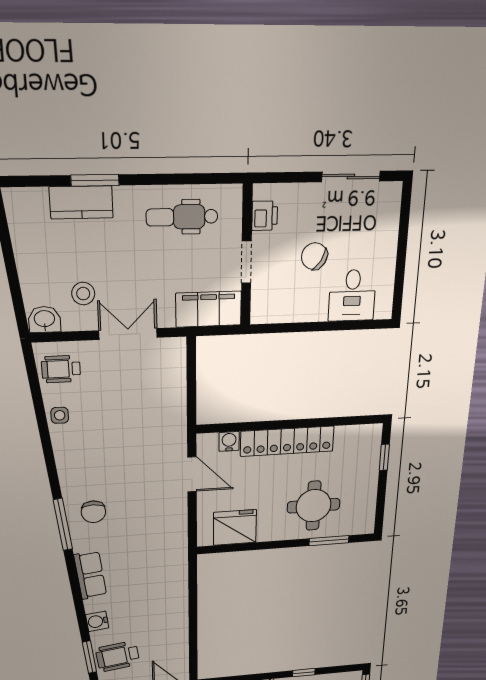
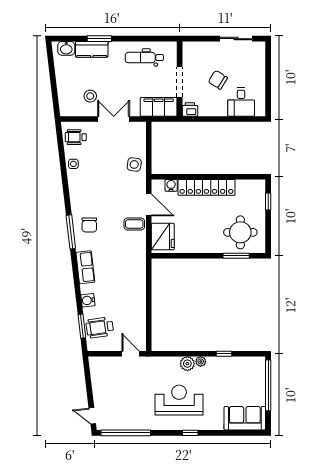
printer: (265, 216) -> (190, 109), moved, turned -90
doorway: (246, 262) -> (180, 82), width x1.38
washbasin: (44, 319) -> (66, 48), moved, turned 180
side table: (166, 411) -> (134, 164), added
coffee table: (168, 505) -> (134, 224), added
round table: (314, 506) -> (240, 232), moved
fridge: (235, 527) -> (163, 237), moved, turned 90

